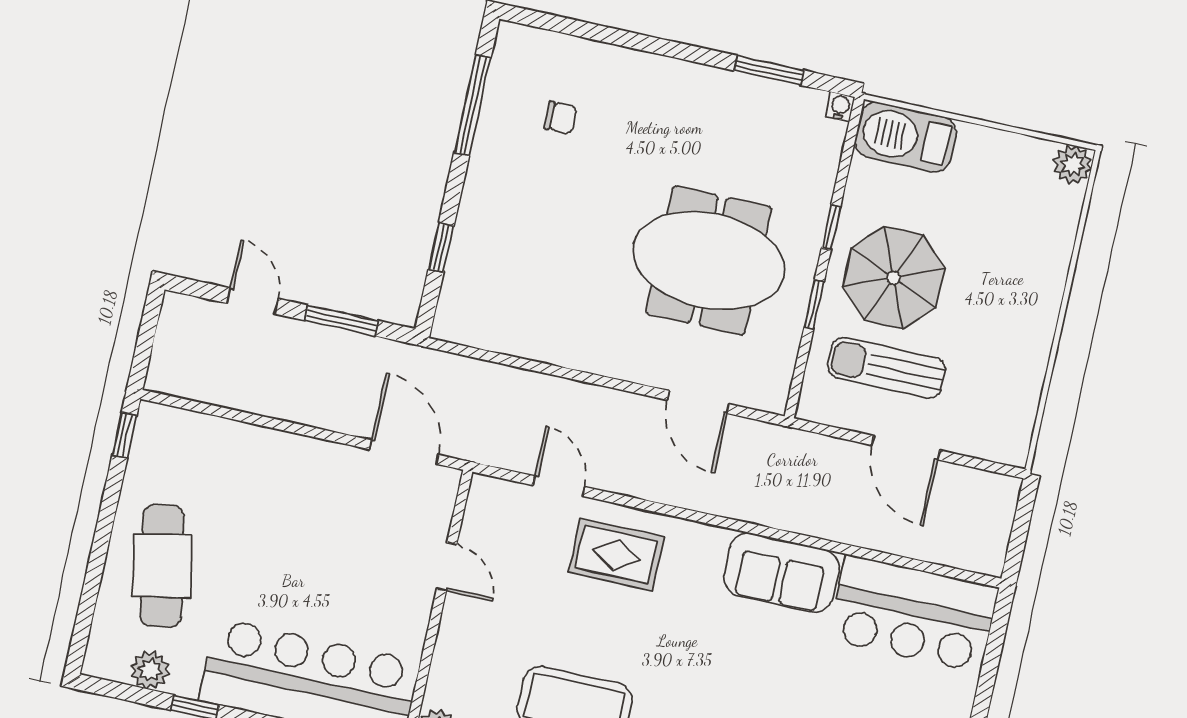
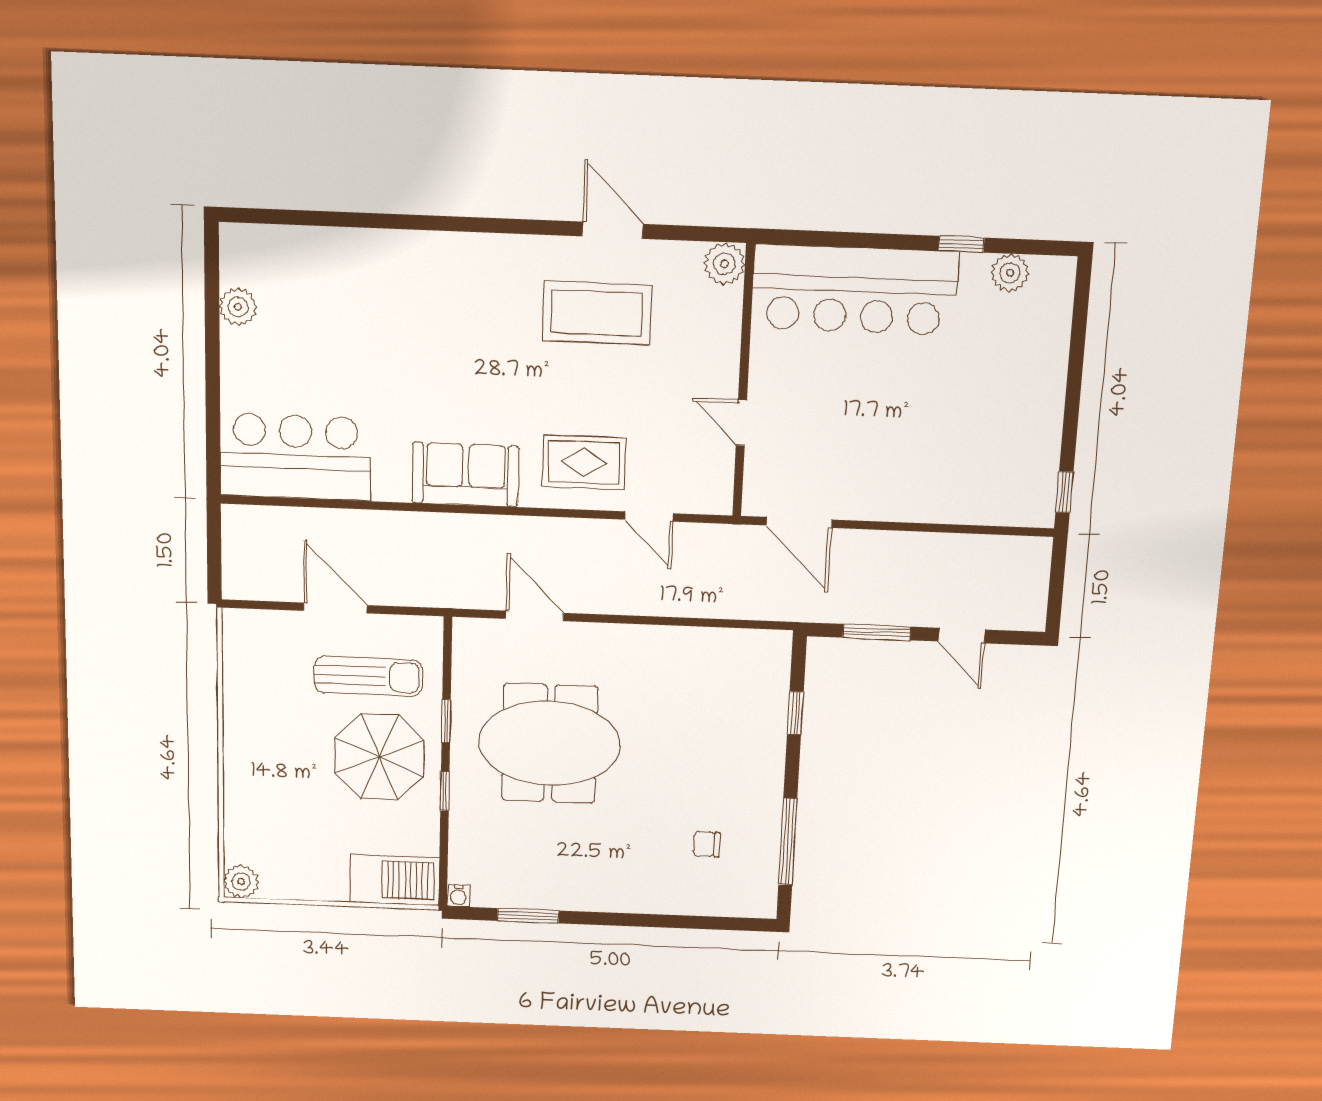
cafe table: (162, 566) -> (1012, 375), removed
sofa: (781, 573) -> (465, 475), moved

